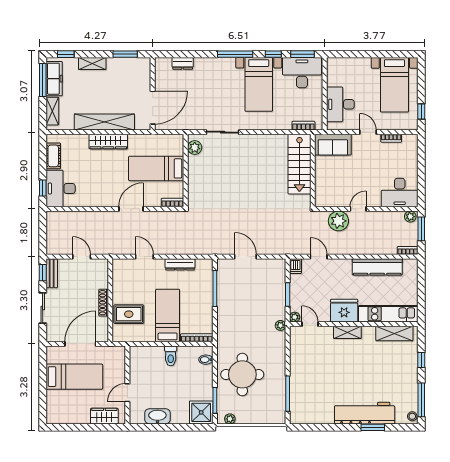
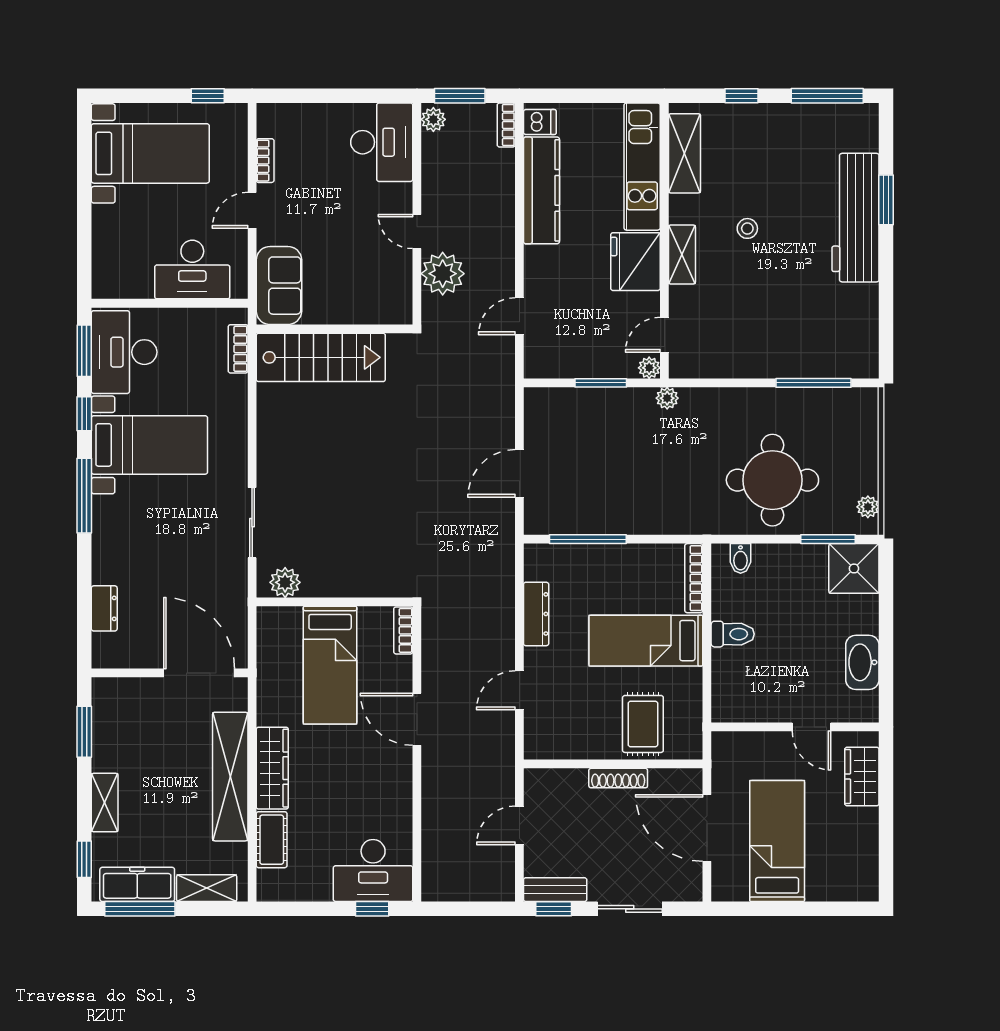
cot: (53, 156) -> (272, 840), moved, turned 90
dishwasher: (295, 266) -> (540, 122), moved
stool: (412, 416) -> (747, 228), moved

